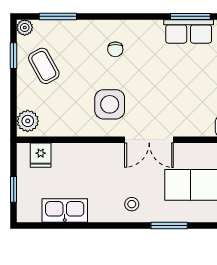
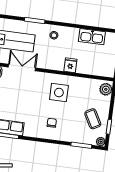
double door: (149, 140) -> (22, 68), moved
fridge: (41, 155) -> (70, 65), moved

